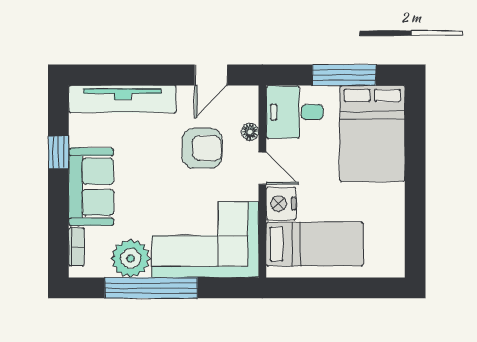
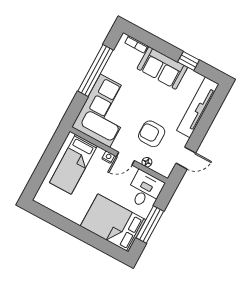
door: (211, 75) -> (186, 158), swing flipped
armchair: (202, 148) -> (152, 134), turned 90
nightstand: (281, 204) -> (108, 157), width x0.53, depth x0.56
plant: (131, 258) -> (116, 68), removed

